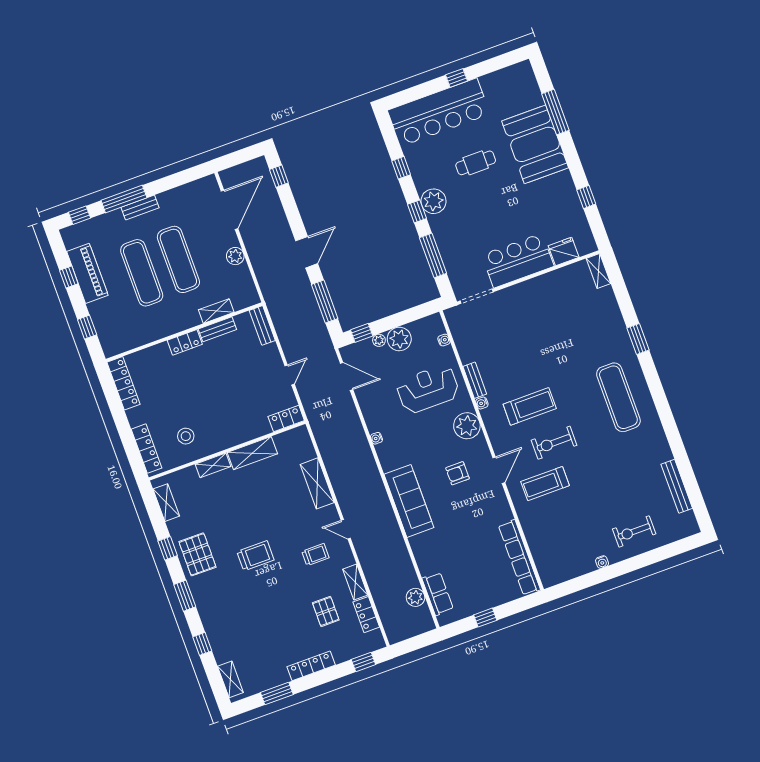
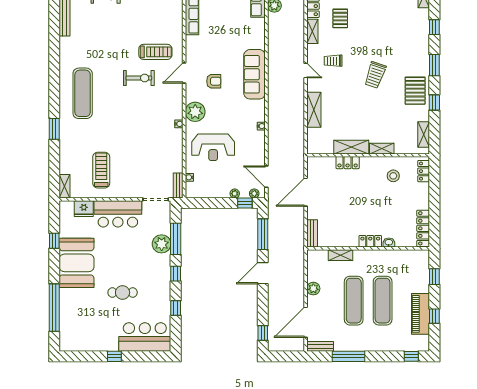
bar counter: (439, 112) -> (145, 337), width x0.73
window: (555, 112) -> (54, 308), width x1.46
booth: (535, 144) -> (77, 263), moved
window: (124, 199) -> (349, 356), moved
plant: (434, 201) -> (162, 244), moved
bench: (140, 207) -> (320, 346), moved
bench: (217, 329) -> (344, 242), removed
plant: (399, 339) -> (254, 193), moved, width x0.53, depth x0.53
washbasin: (161, 349) -> (389, 243), added
door: (290, 375) -> (306, 192), width x1.87
bench: (475, 380) -> (178, 186), moved
treadmill: (530, 406) -> (101, 170), moved, turned 90
locker: (286, 419) -> (348, 163), moved
locker: (147, 449) -> (424, 171), width x0.66
trolley: (255, 556) -> (375, 75), turned -71

